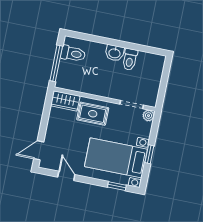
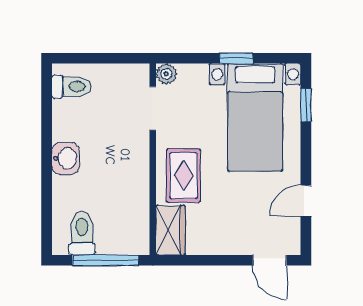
toilet: (130, 59) -> (71, 87), moved

